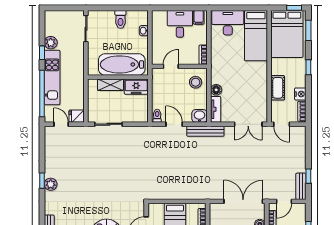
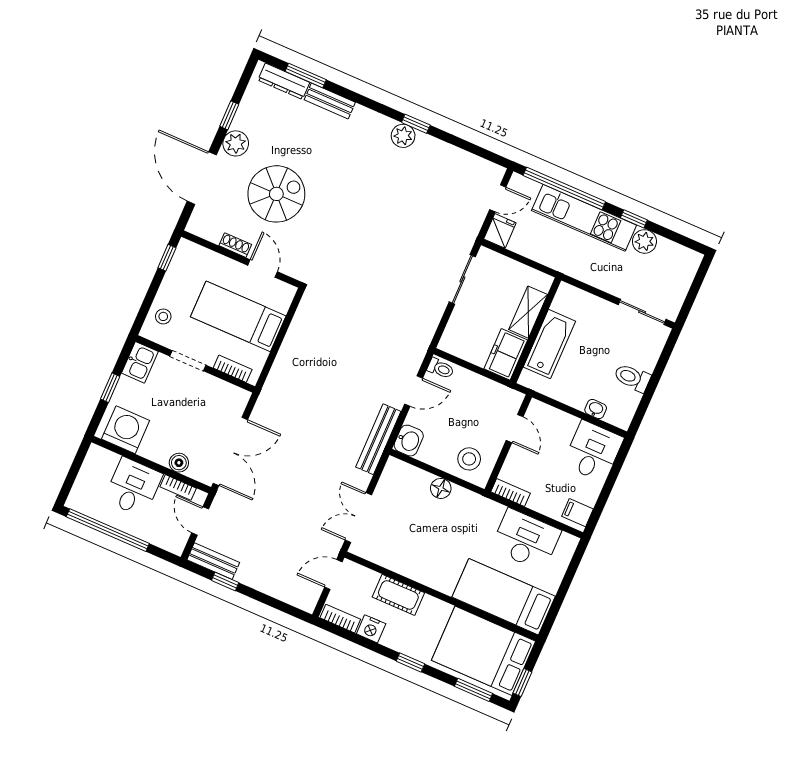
desk: (228, 23) -> (526, 540), moved, turned -90
desk: (180, 24) -> (593, 451), moved, turned -90
bathtub: (122, 64) -> (549, 344), width x0.73, depth x0.73
tv unit: (216, 109) -> (408, 473), removed

